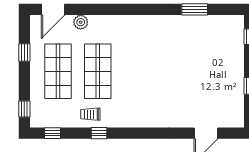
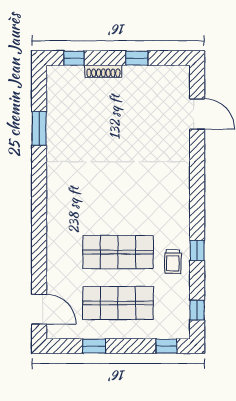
plant: (81, 22) -> (55, 274), removed
shoe rack: (239, 60) -> (103, 71), added

